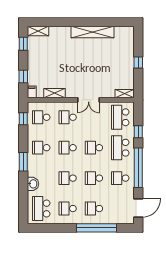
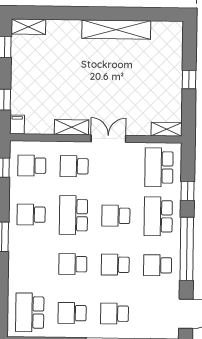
shelving: (55, 93) -> (72, 127), moved
double door: (89, 100) -> (108, 139), swing flipped
school desk: (68, 148) -> (74, 215), width x1.85
washbasin: (33, 184) -> (17, 273), removed

